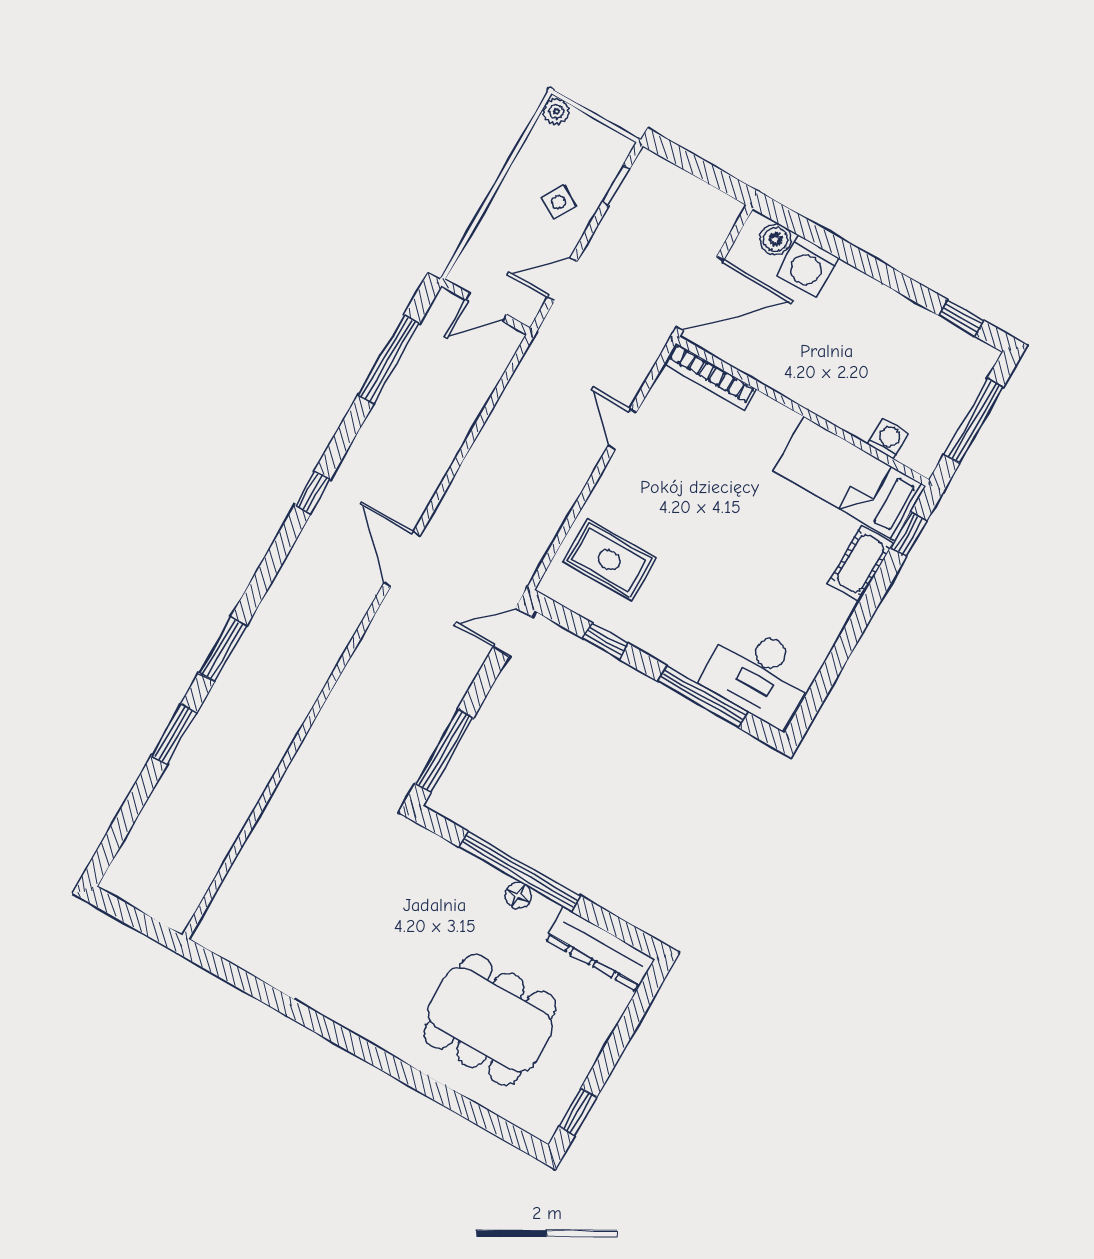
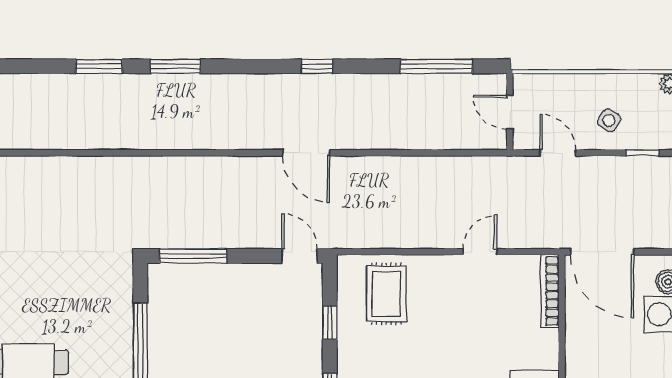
door: (402, 559) -> (306, 153), swing flipped
floor lamp: (518, 896) -> (123, 362), removed

